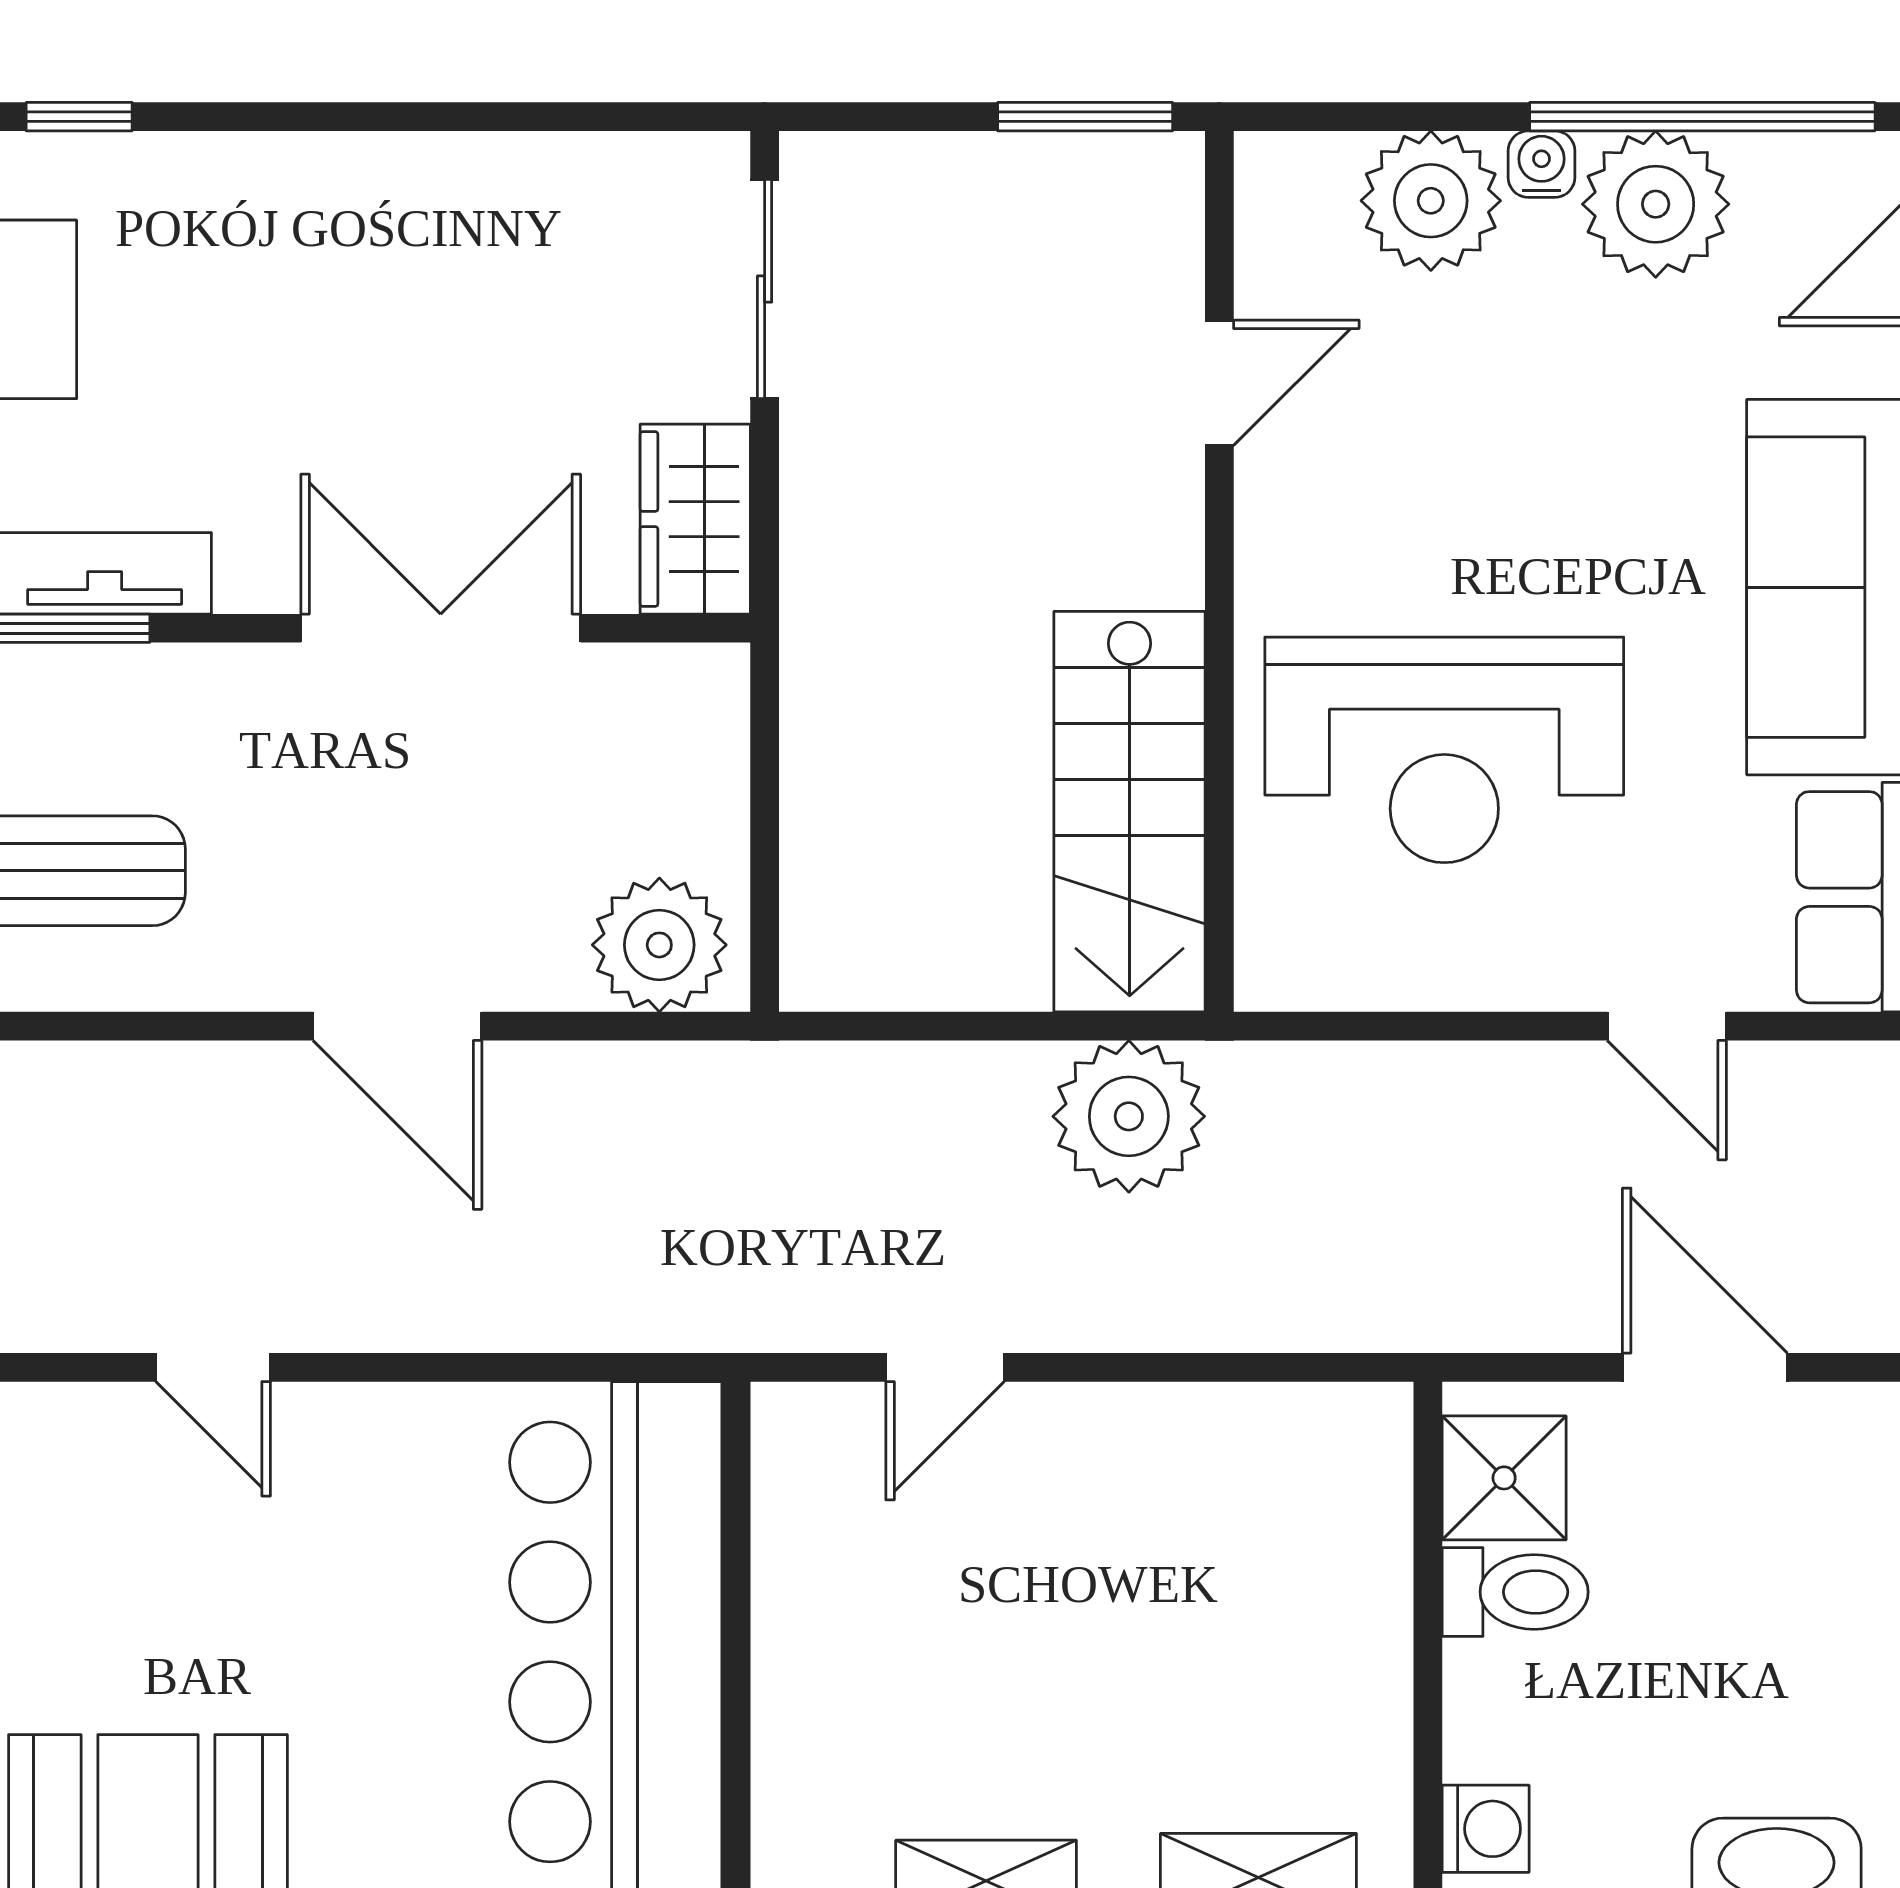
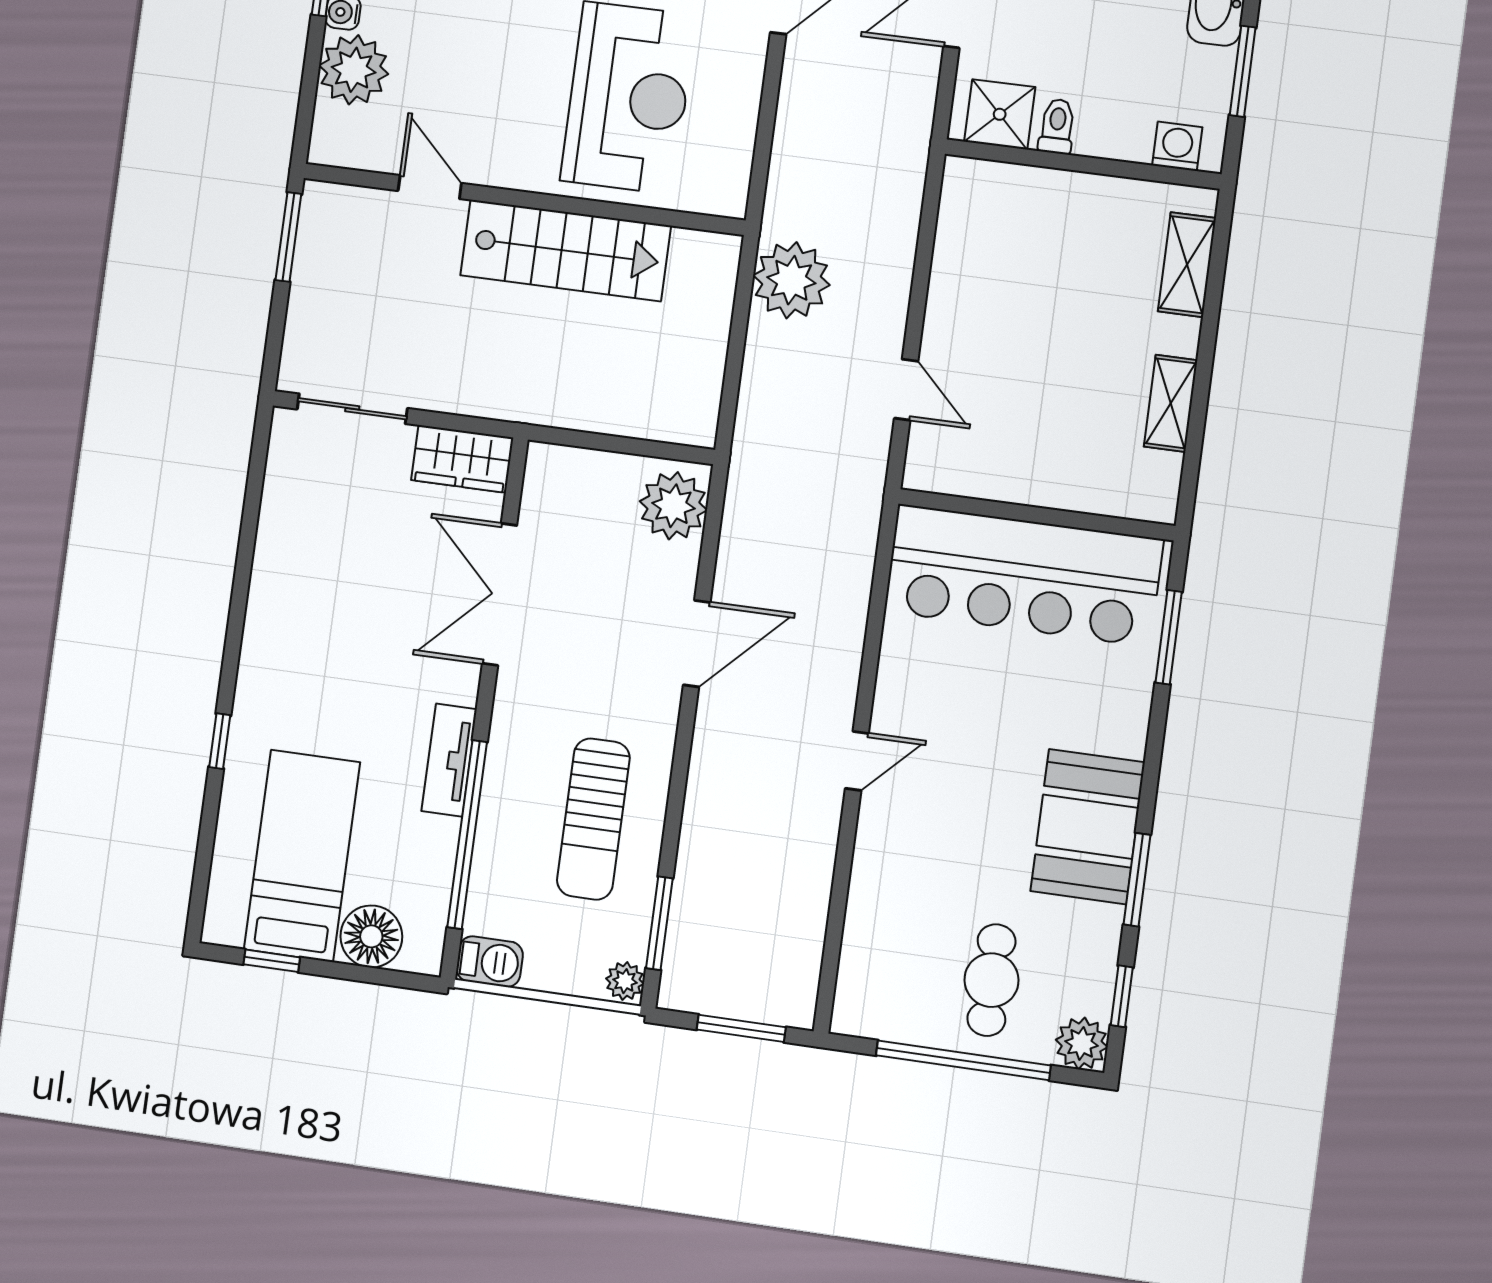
stairs: (1130, 812) -> (566, 250), moved
toilet: (1515, 1592) -> (1057, 126), width x0.73, depth x0.72

